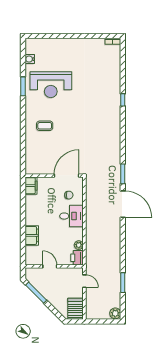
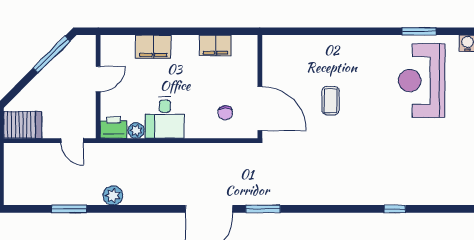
coffee table: (45, 126) -> (331, 101), moved
filing cabinet: (31, 186) -> (215, 45), moved
desk: (71, 216) -> (165, 118), moved
door: (84, 281) -> (72, 141), hinge flipped
plant: (115, 313) -> (113, 196), moved

